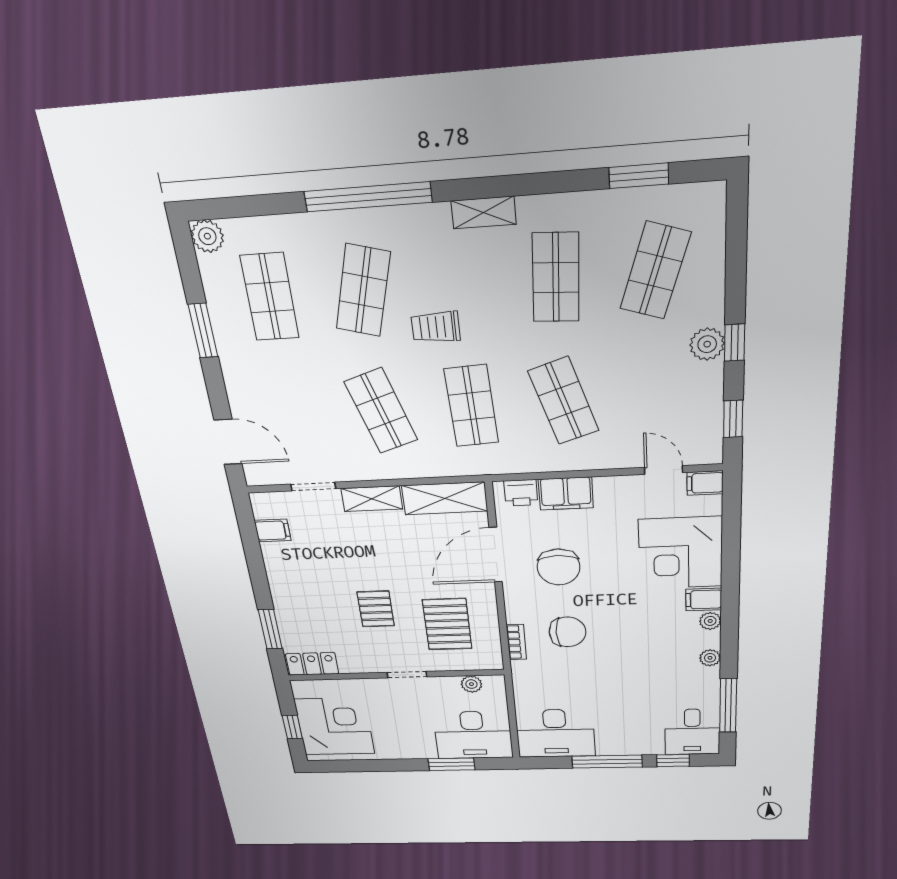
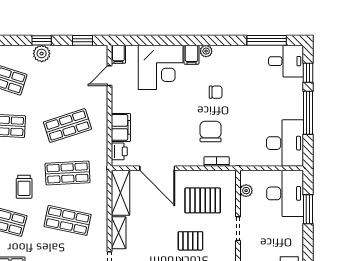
shop shelf: (381, 411) -> (68, 220), turned 30
chair: (559, 567) -> (216, 92), moved, width x0.54, depth x0.54
plant: (710, 658) -> (232, 51), removed

